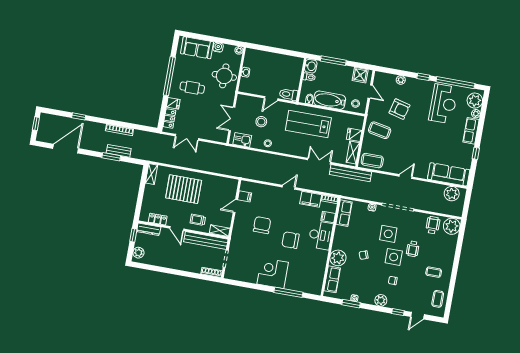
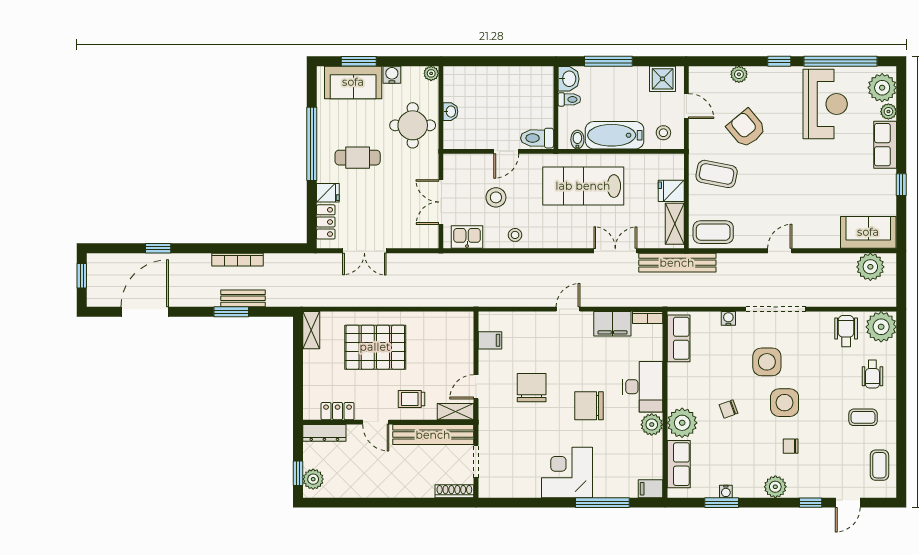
window: (202, 37) -> (359, 61), added
armchair: (400, 109) -> (746, 128), turned -144
sofa: (449, 174) -> (868, 232), width x0.73
door: (235, 206) -> (476, 387), moved
filing cabinet: (328, 217) -> (651, 489), moved
window: (133, 235) -> (298, 473), moved
wheelchair: (413, 249) -> (872, 374), moved
plant: (322, 256) -> (652, 425), added

